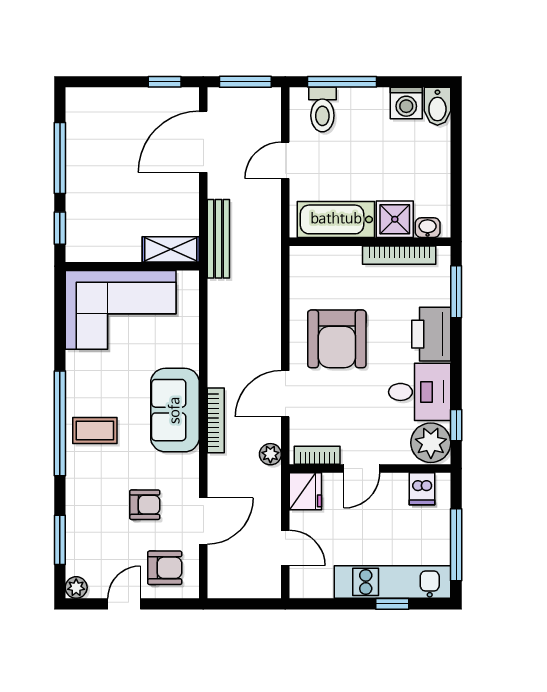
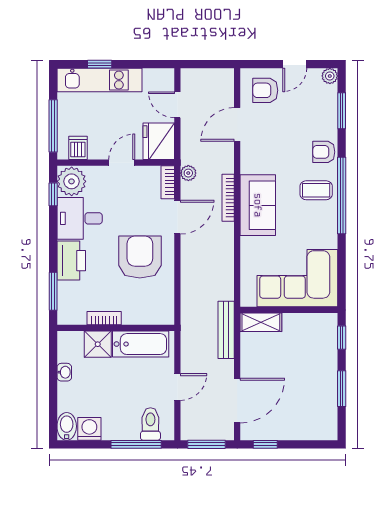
window: (60, 158) -> (342, 389), width x0.69
washbasin: (428, 228) -> (64, 372), moved, turned -90
bookcase: (399, 255) -> (104, 318), width x0.64
bookcase: (317, 455) -> (168, 182), moved, turned 90
fridge: (305, 491) -> (159, 141), width x1.36, depth x1.34
armchair: (145, 505) -> (324, 152), moved
window: (456, 545) -> (53, 126), moved

